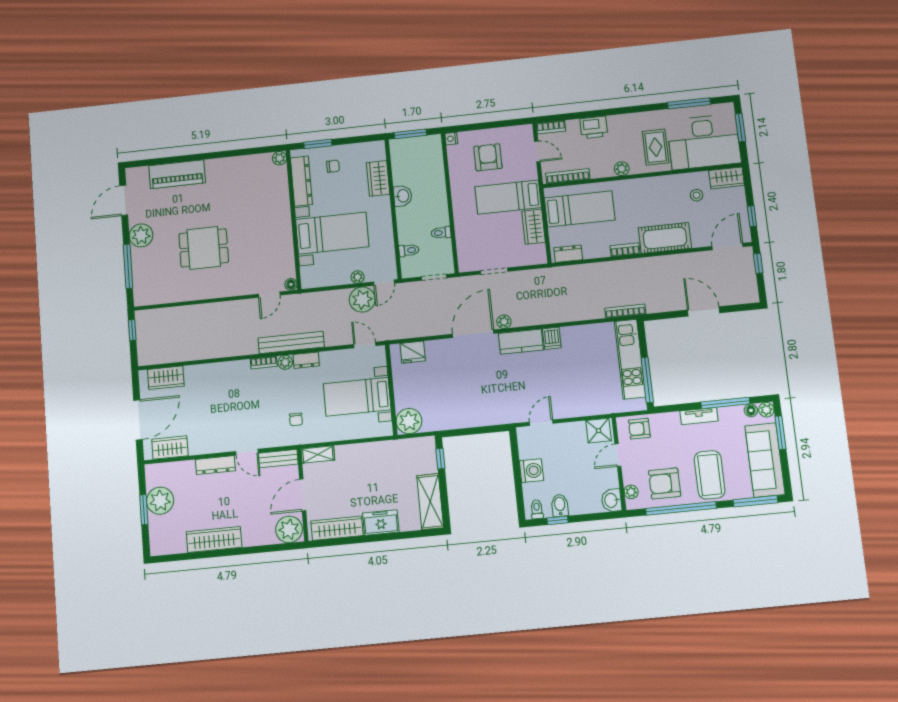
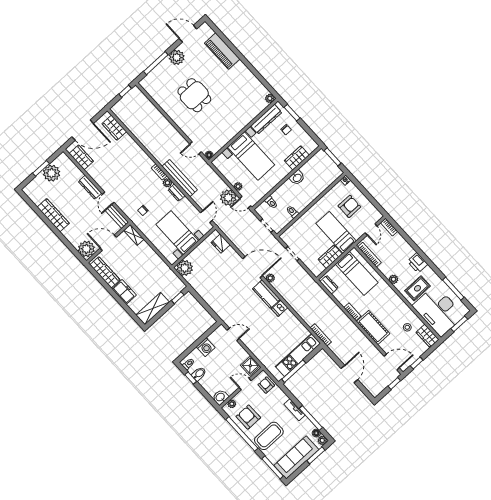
printer: (594, 127) -> (417, 263), moved

